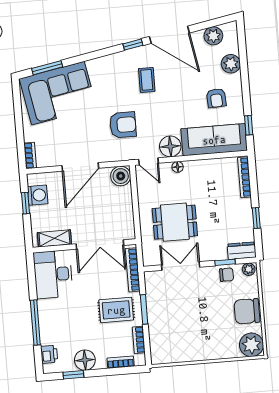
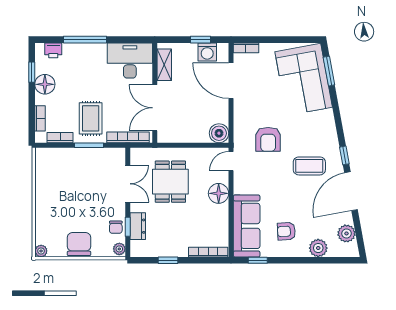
coffee table: (147, 80) -> (309, 166), width x1.36, depth x1.30
floor lamp: (170, 146) -> (244, 183), removed
door: (80, 167) -> (231, 81), moved
floor lamp: (178, 167) -> (219, 193), width x1.89, depth x1.89
dresser: (242, 251) -> (138, 226), moved
plant: (251, 345) -> (41, 251), width x0.53, depth x0.53

